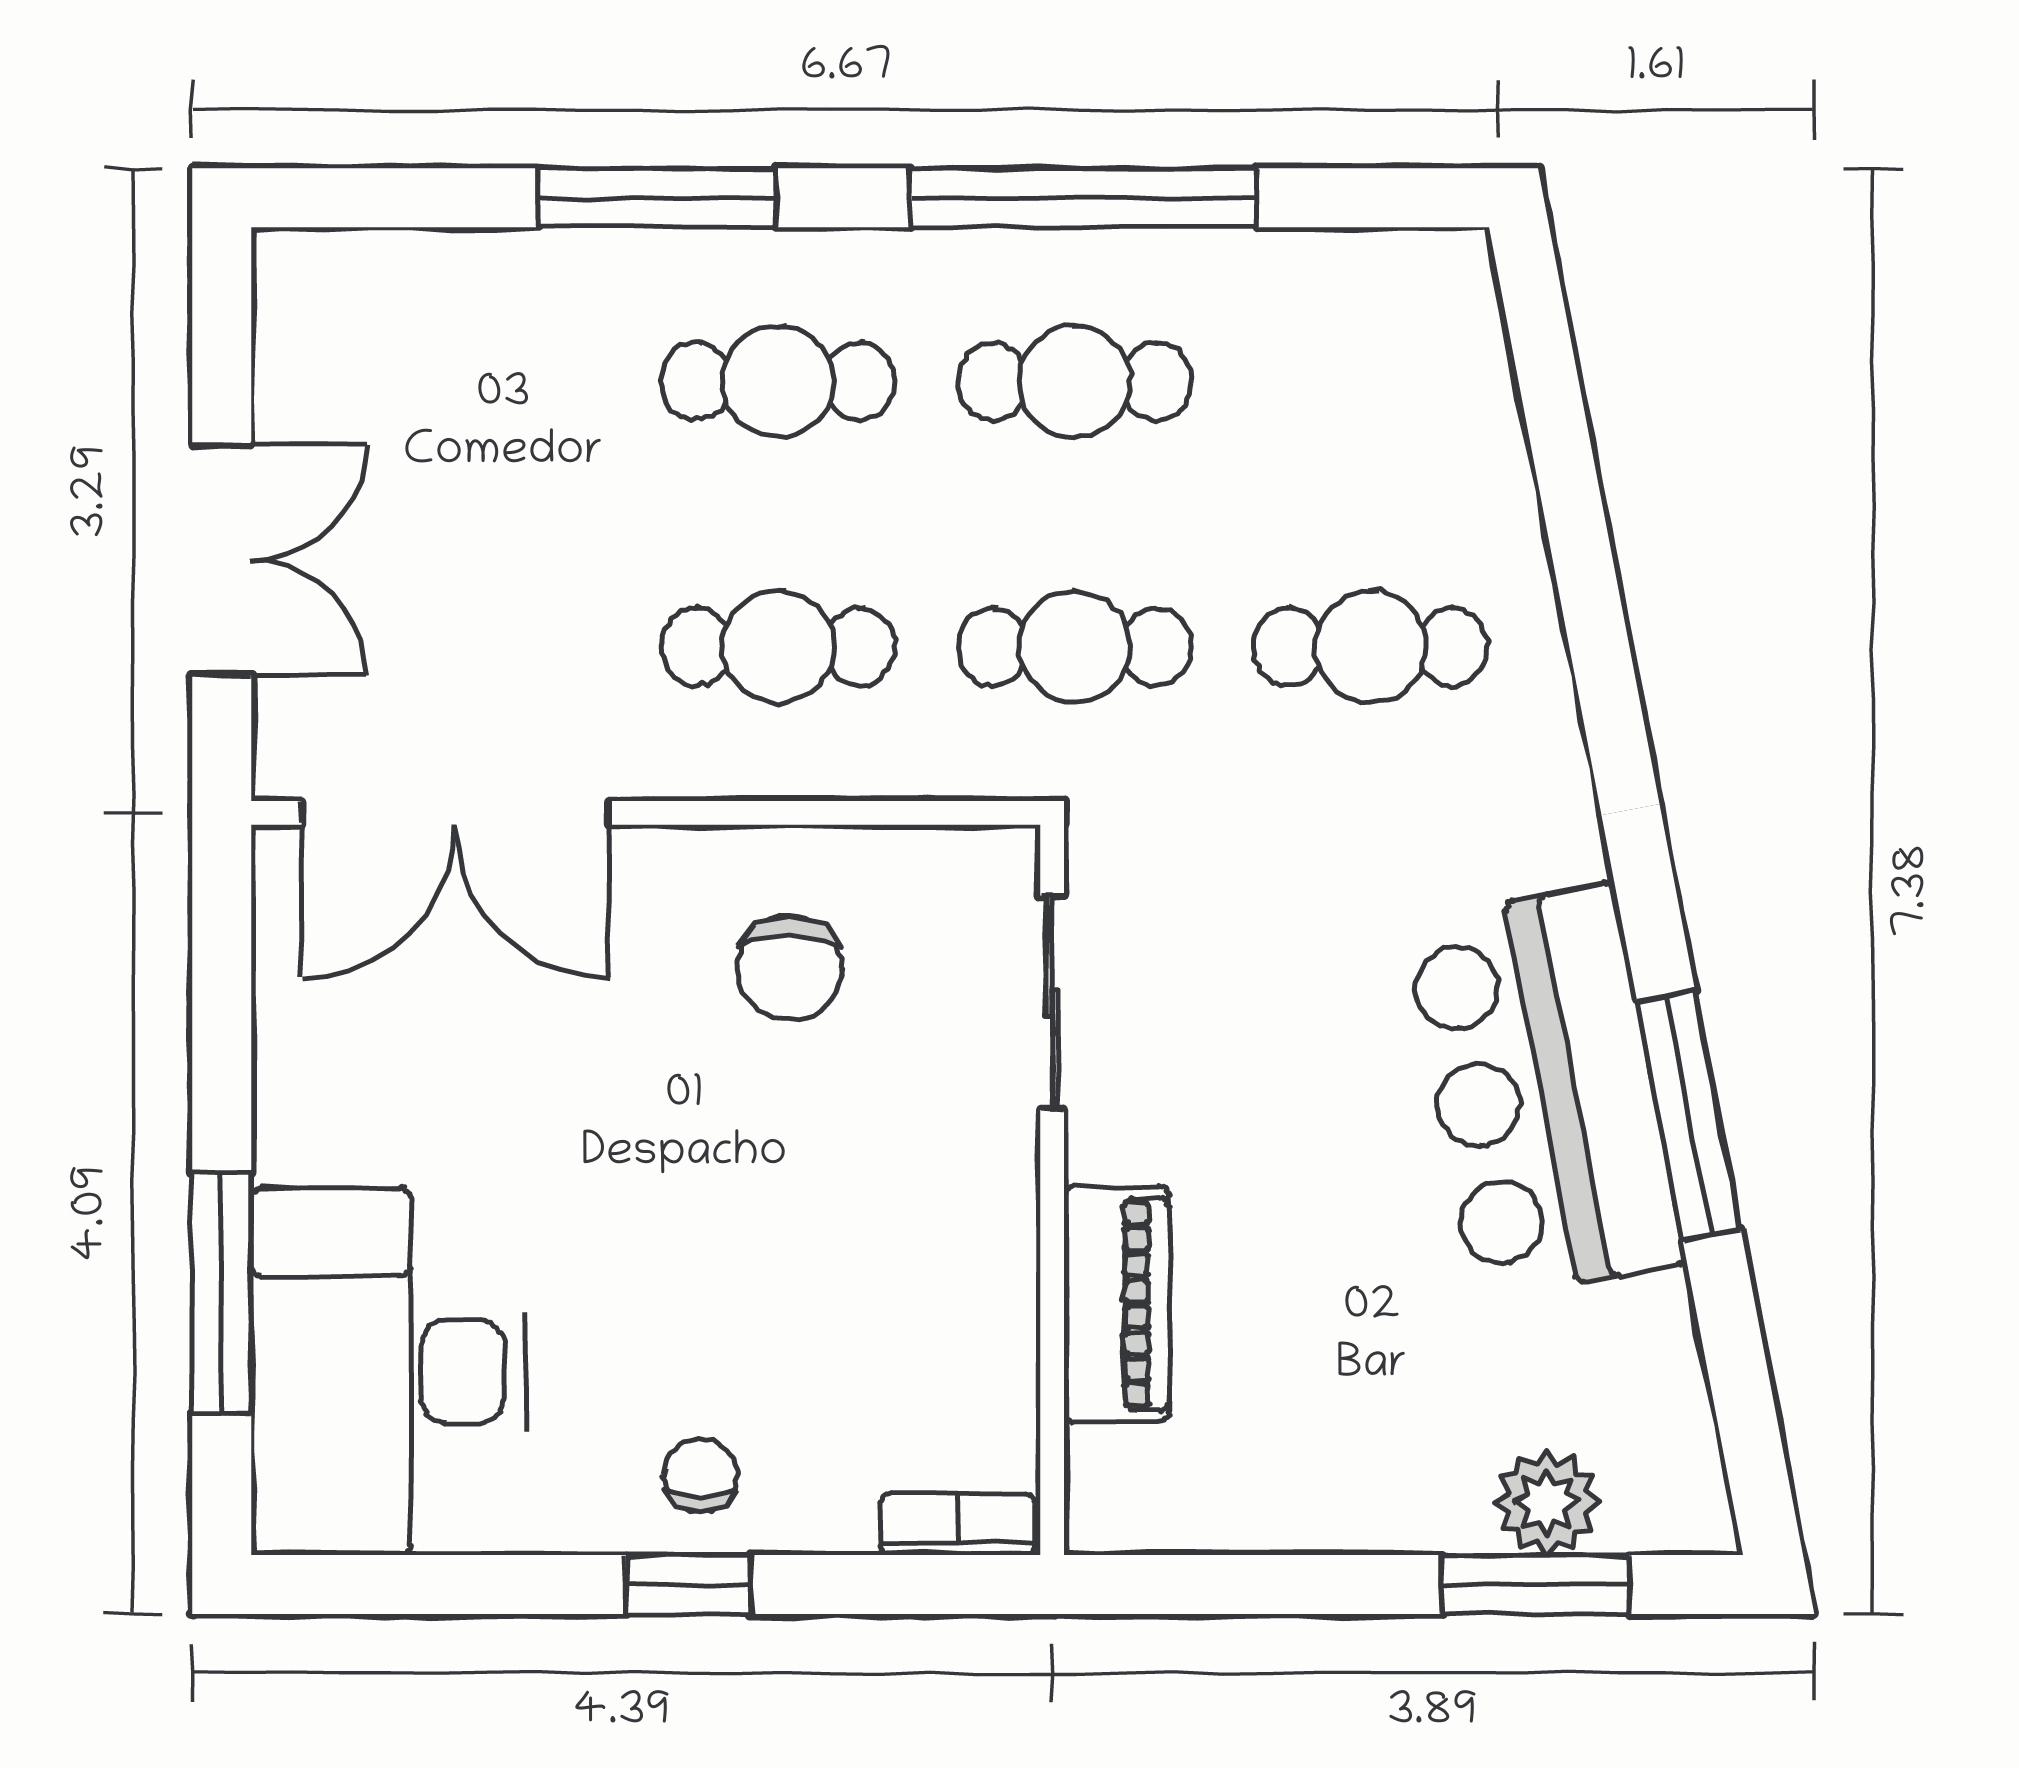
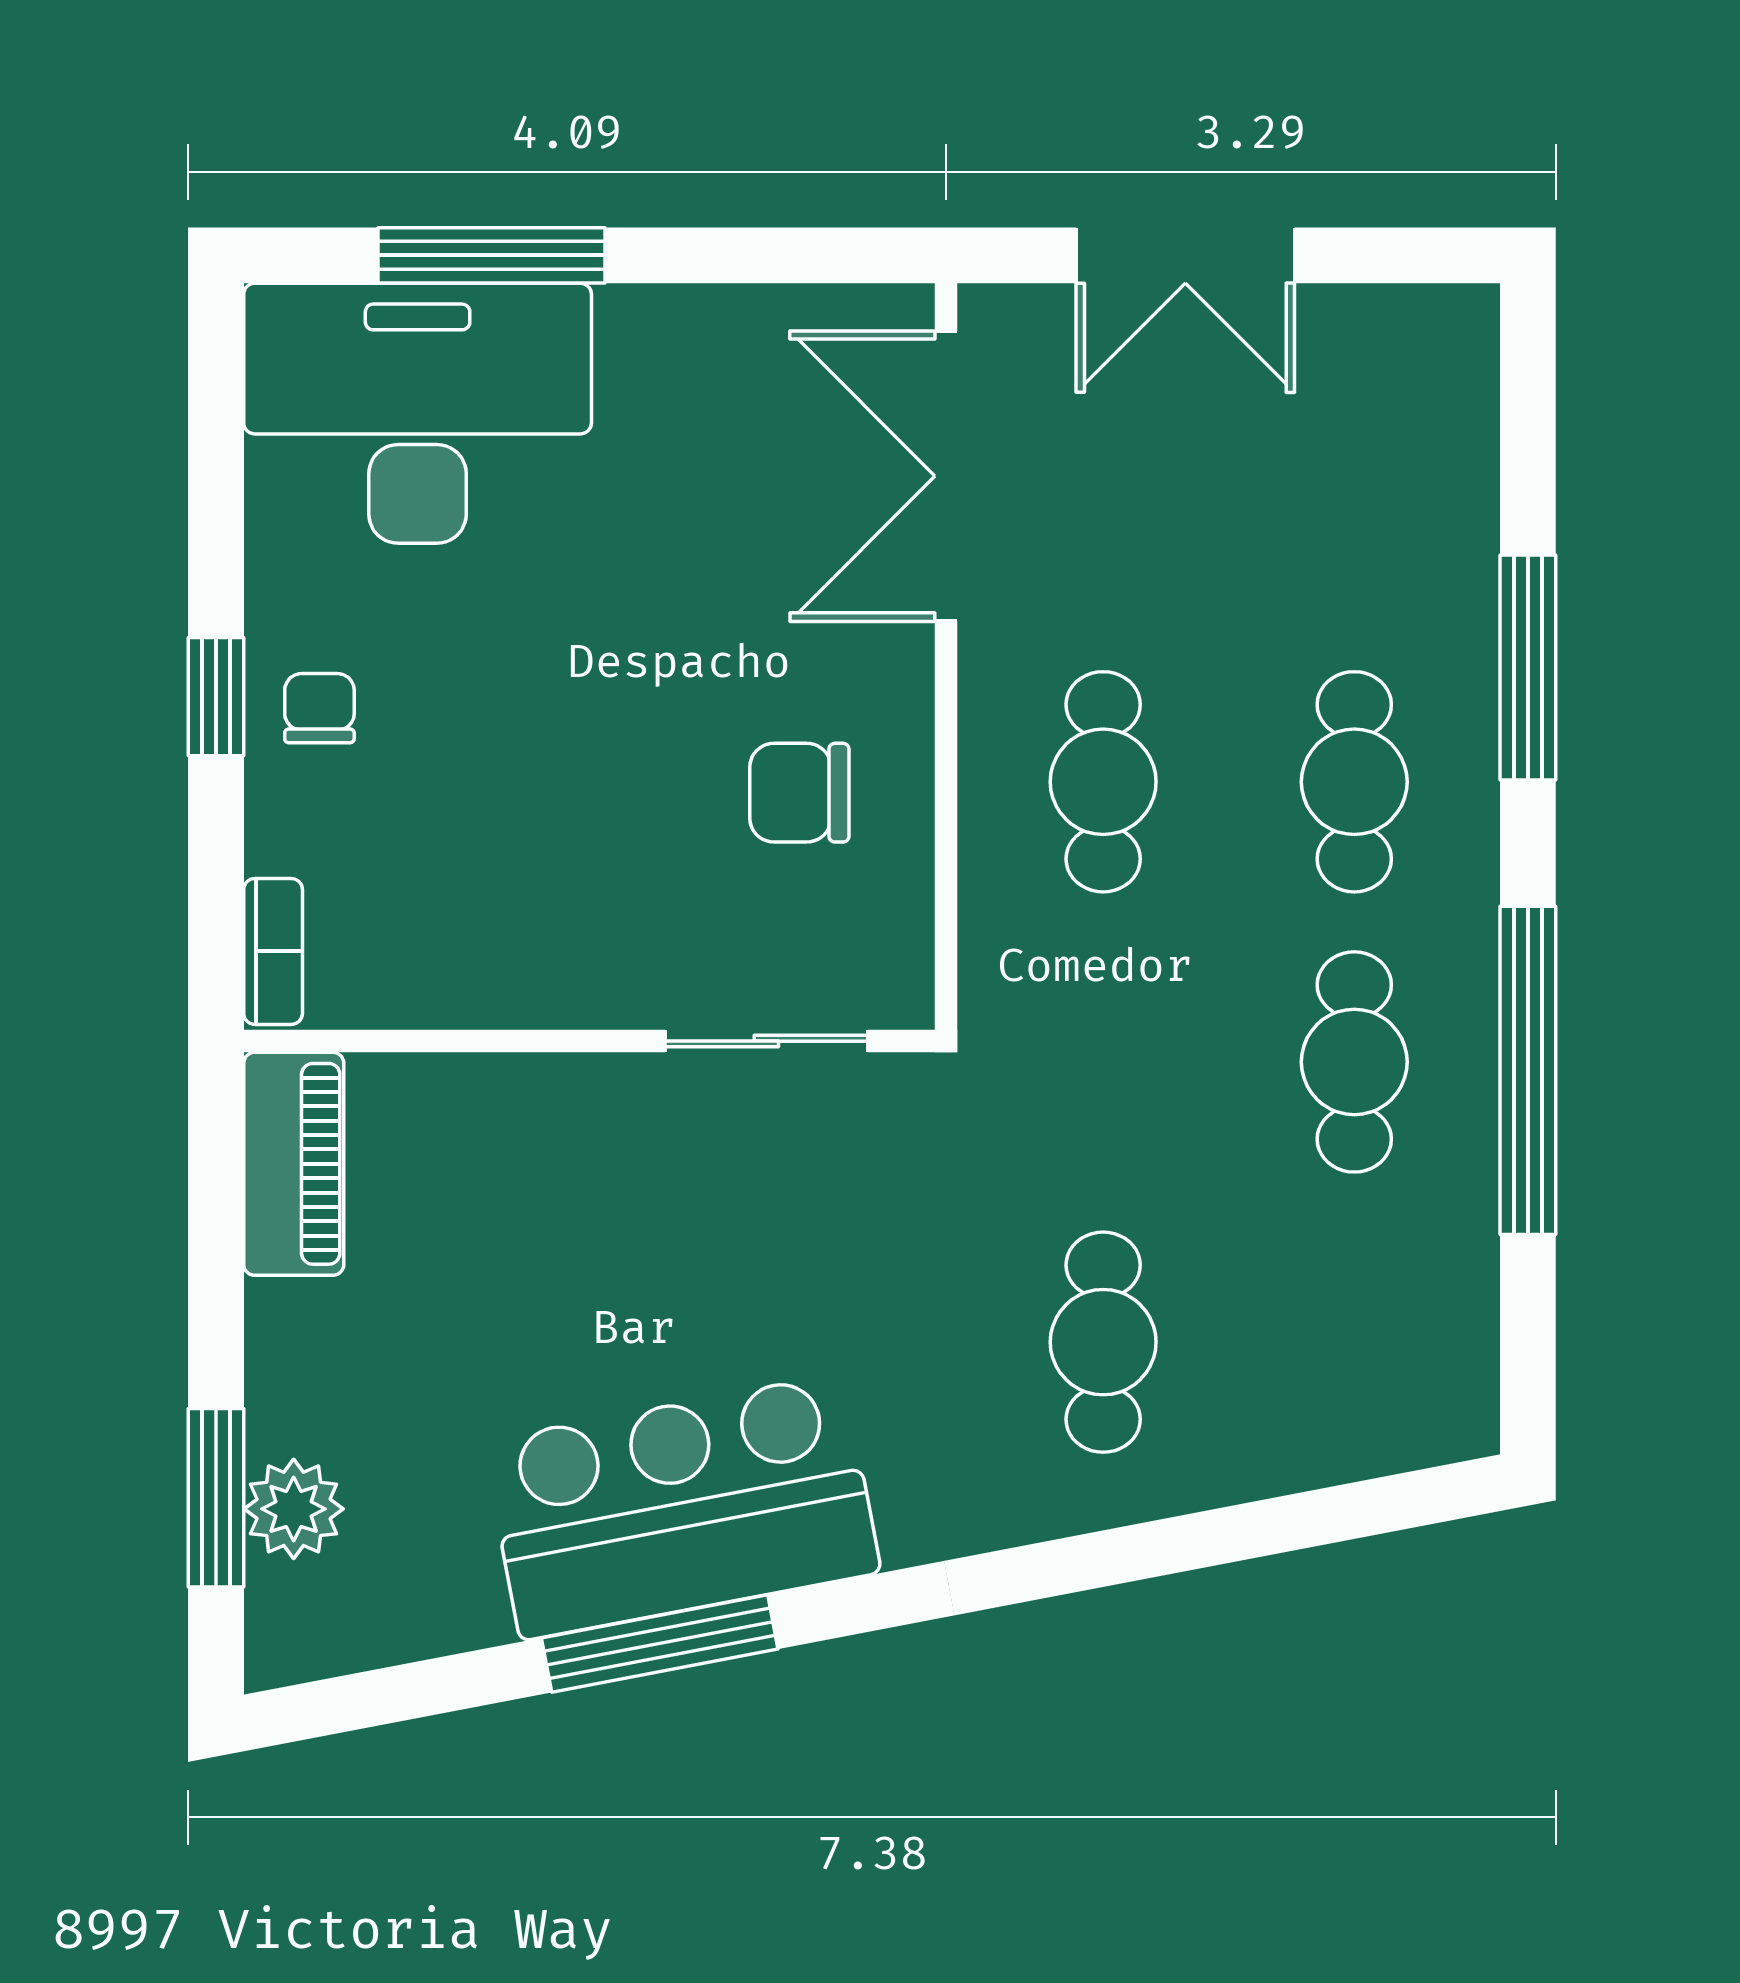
cafe table: (1074, 647) -> (1103, 1062), removed
piano: (1117, 1304) -> (294, 1164), moved, turned -90
chair: (700, 1475) -> (319, 708), turned -90

